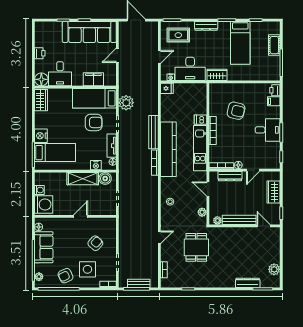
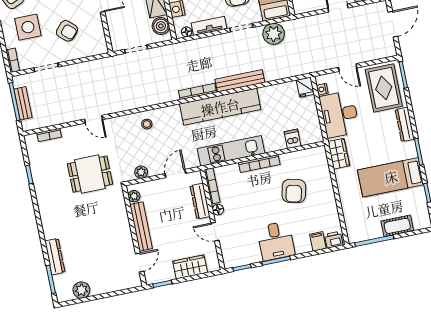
rug: (178, 35) -> (384, 88), width x1.36, depth x1.43
dishwasher: (200, 120) -> (292, 139), moved

